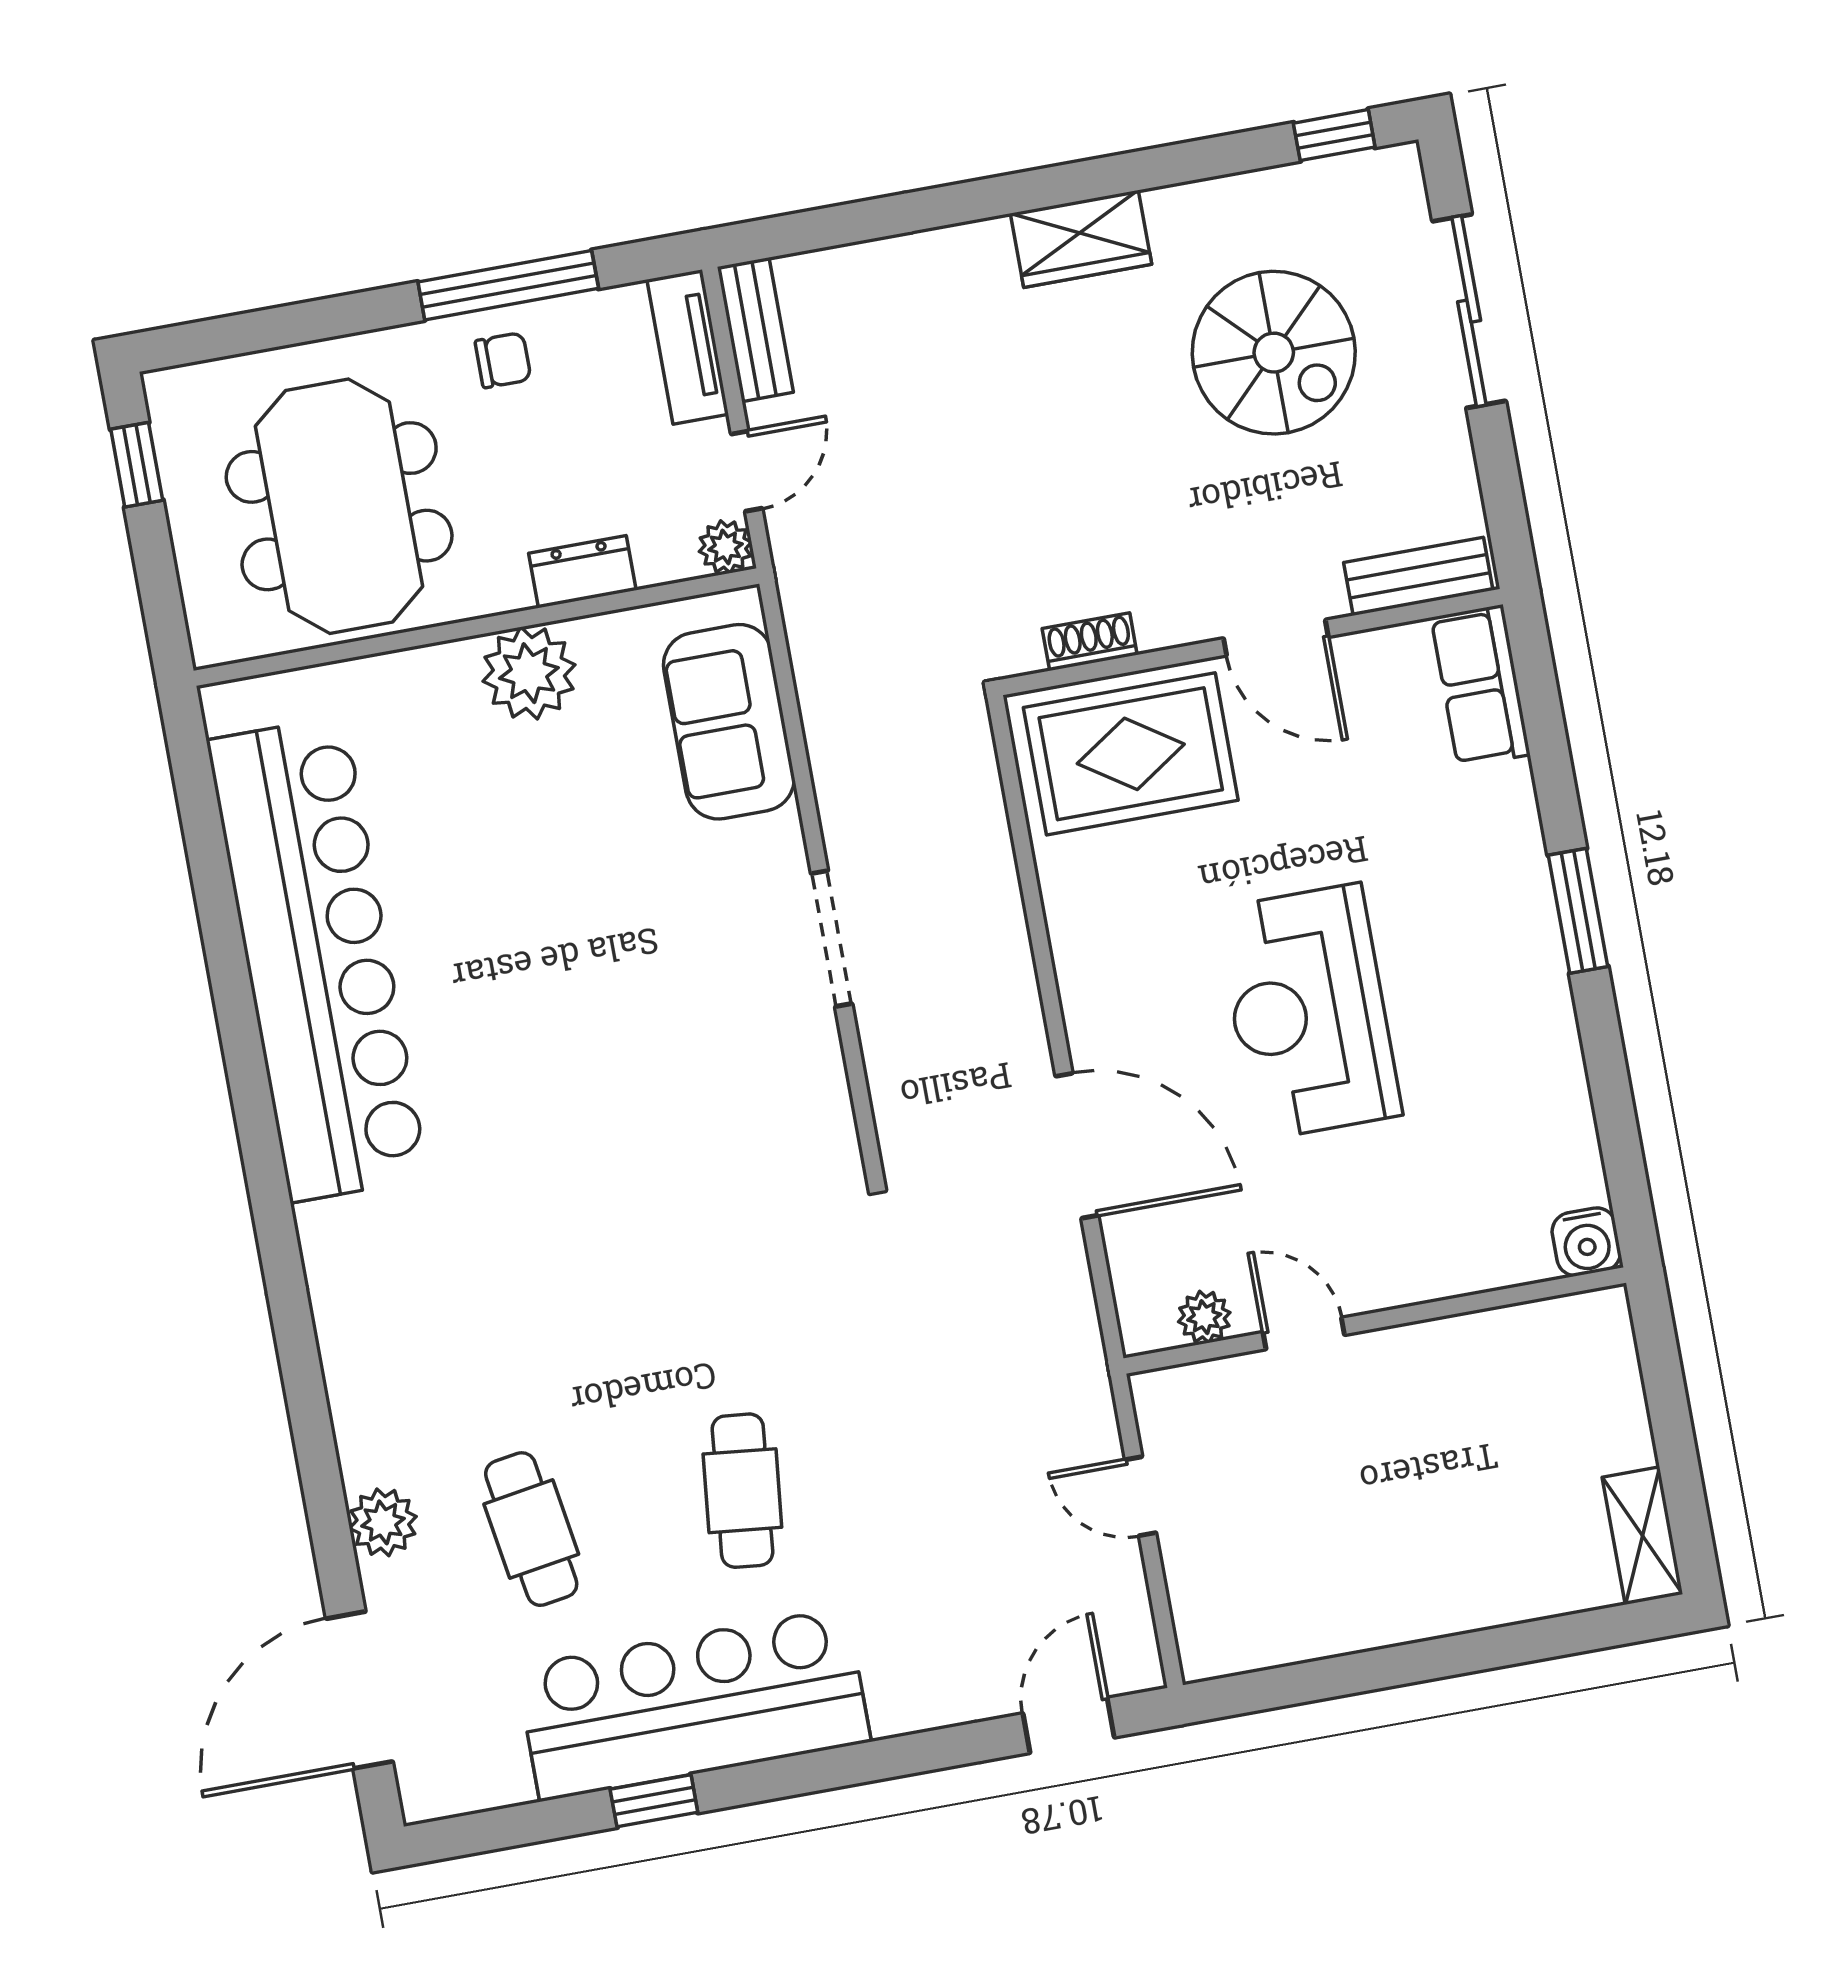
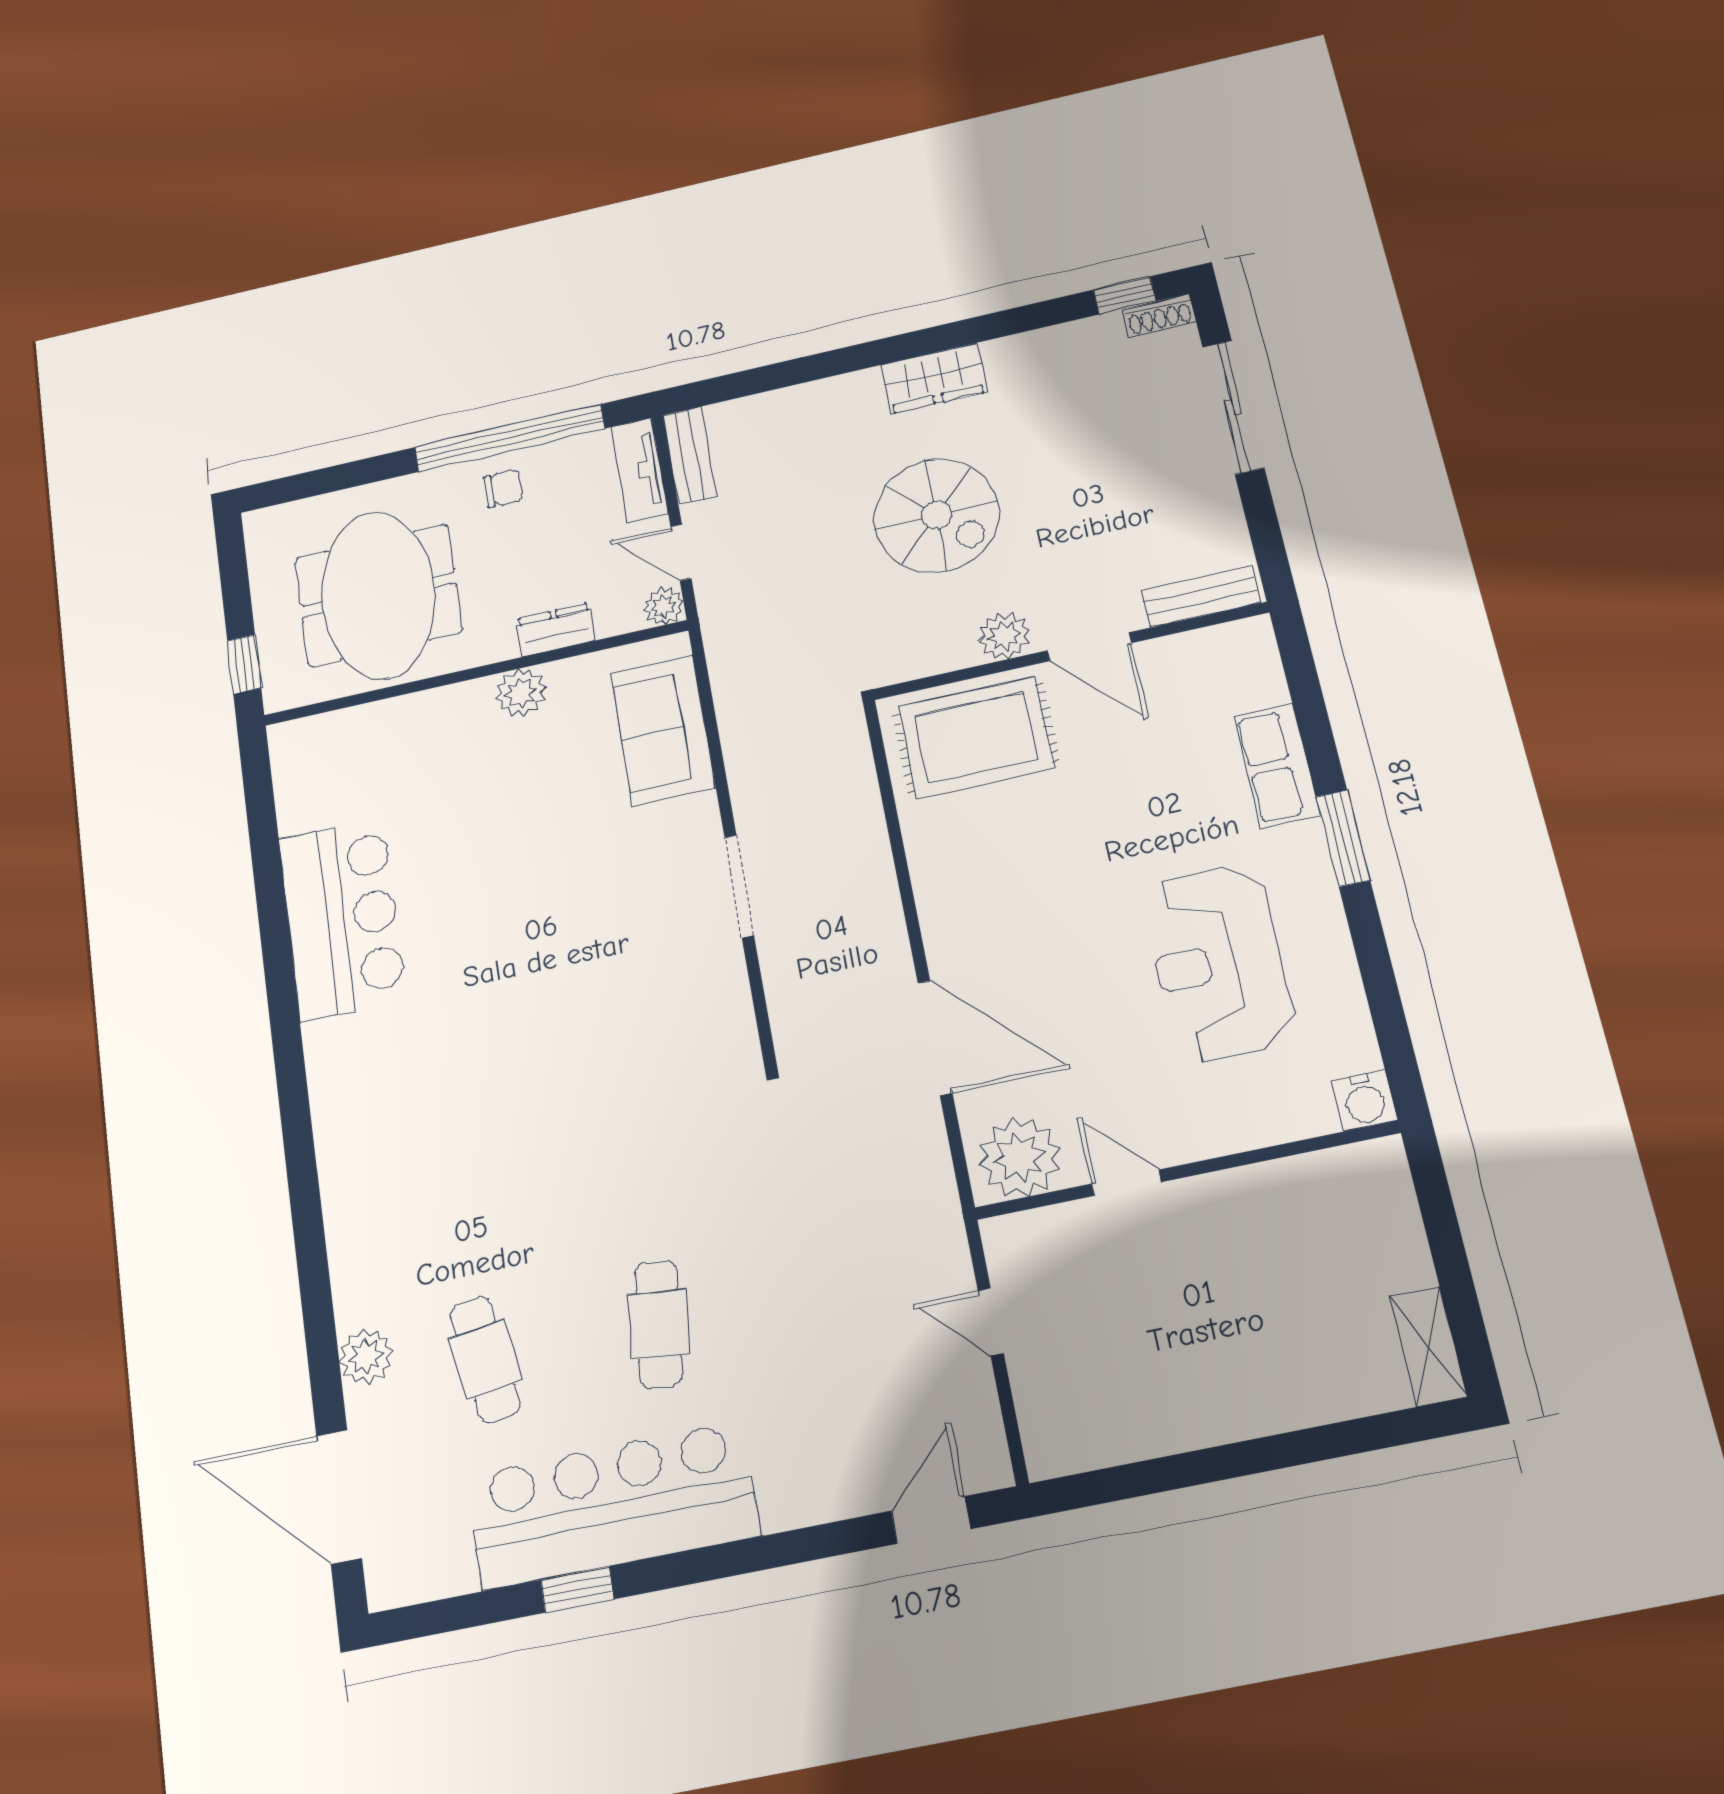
window: (508, 285) -> (509, 438), width x1.46
spiral stairs: (1274, 353) -> (937, 515), moved
window: (137, 465) -> (244, 664), moved
door: (747, 471) -> (681, 553), swing flipped
plant: (1169, 616) -> (1004, 636), added
shoe rack: (1090, 642) -> (1159, 315), moved, turned 180
plant: (529, 673) -> (521, 693), width x0.73, depth x0.73
row of seats: (1481, 686) -> (1277, 765), moved
bar counter: (318, 959) -> (342, 919), width x0.54
reception desk: (1309, 1012) -> (1219, 962), moved
plant: (1204, 1317) -> (1020, 1157), width x1.87, depth x1.87
door: (359, 1690) -> (339, 1497), hinge flipped

